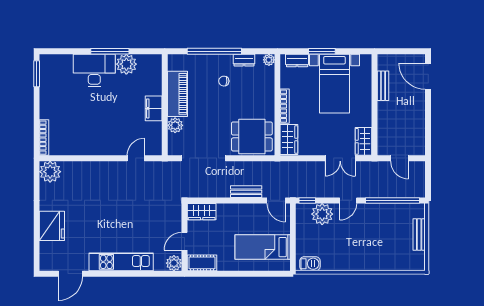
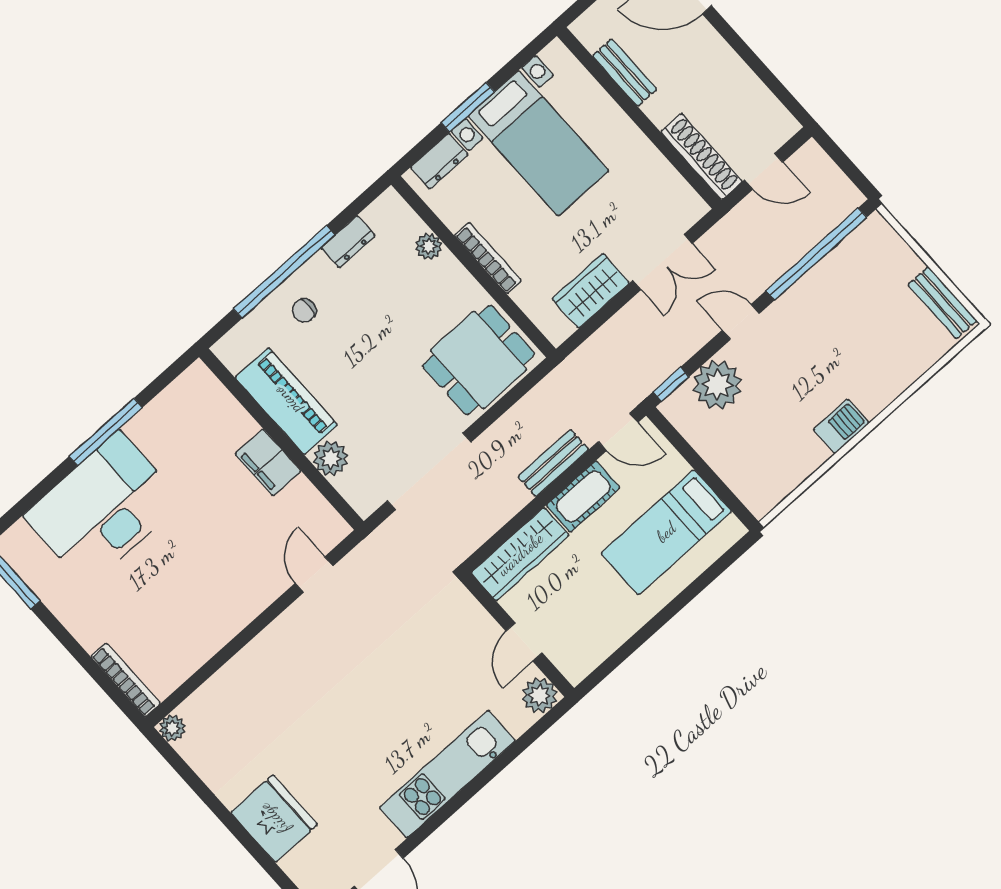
plant: (269, 60) -> (429, 246), moved
plant: (126, 64) -> (154, 429), removed
desk: (94, 70) -> (103, 509), width x1.36, depth x1.30
chair: (224, 81) -> (304, 311), moved
shoe rack: (384, 135) -> (702, 157), added
wardrobe: (289, 140) -> (591, 291), moved, turned -90
wardrobe: (364, 141) -> (677, 197), removed
plant: (50, 172) -> (172, 728), width x0.53, depth x0.53
door: (348, 200) -> (741, 322), swing flipped
wardrobe: (202, 212) -> (520, 554), width x1.50
bench: (419, 234) -> (942, 303), moved
cot: (202, 263) -> (583, 496), moved
barbecue: (310, 264) -> (841, 426), moved

